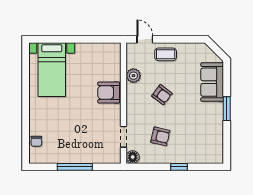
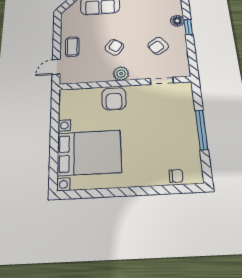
bed with nightstands: (52, 70) -> (89, 153), width x1.36
plant: (133, 76) -> (121, 74), moved
armchair: (160, 136) -> (158, 46), turned -138
floor lamp: (133, 157) -> (177, 21), moved

